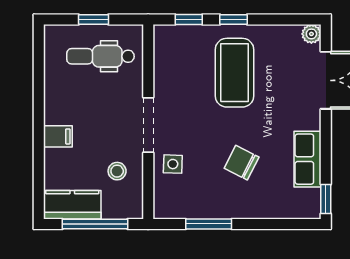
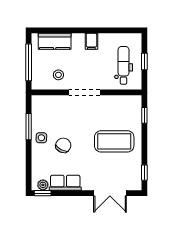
window: (234, 20) -> (144, 173), moved
plant: (311, 34) -> (43, 185), moved
filing cabinet: (58, 136) -> (91, 41), moved
side table: (173, 164) -> (41, 138), moved
kitchen counter: (72, 205) -> (55, 41), moved, turned 90

